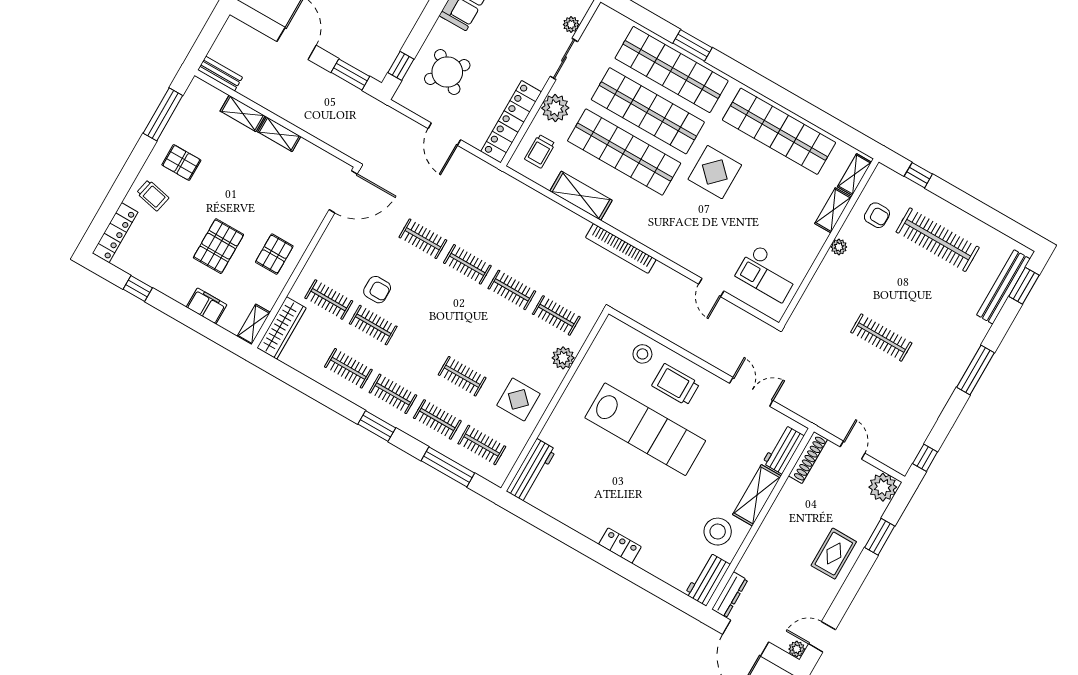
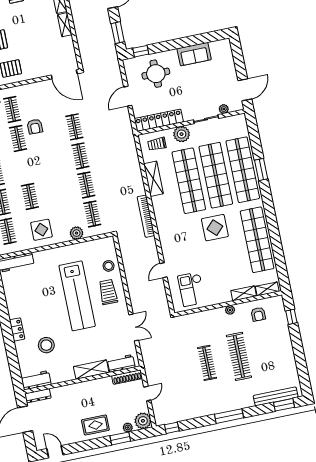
round table: (447, 72) -> (156, 74), turned -38
clothes rail: (938, 240) -> (239, 356), moved
stool: (718, 532) -> (46, 345), moved
plant: (797, 649) -> (128, 427), moved

